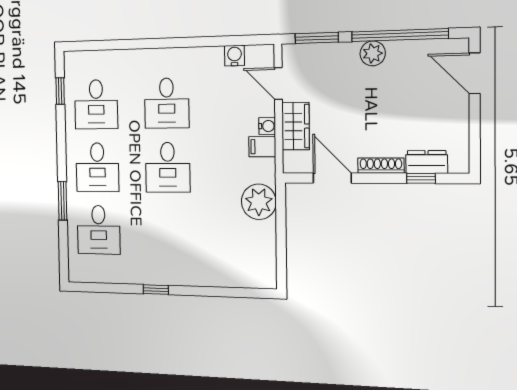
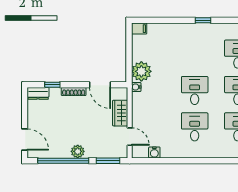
water cooler: (267, 126) -> (136, 87), moved
filing cabinet: (262, 147) -> (139, 29), moved
dresser: (427, 162) -> (38, 93), moved

